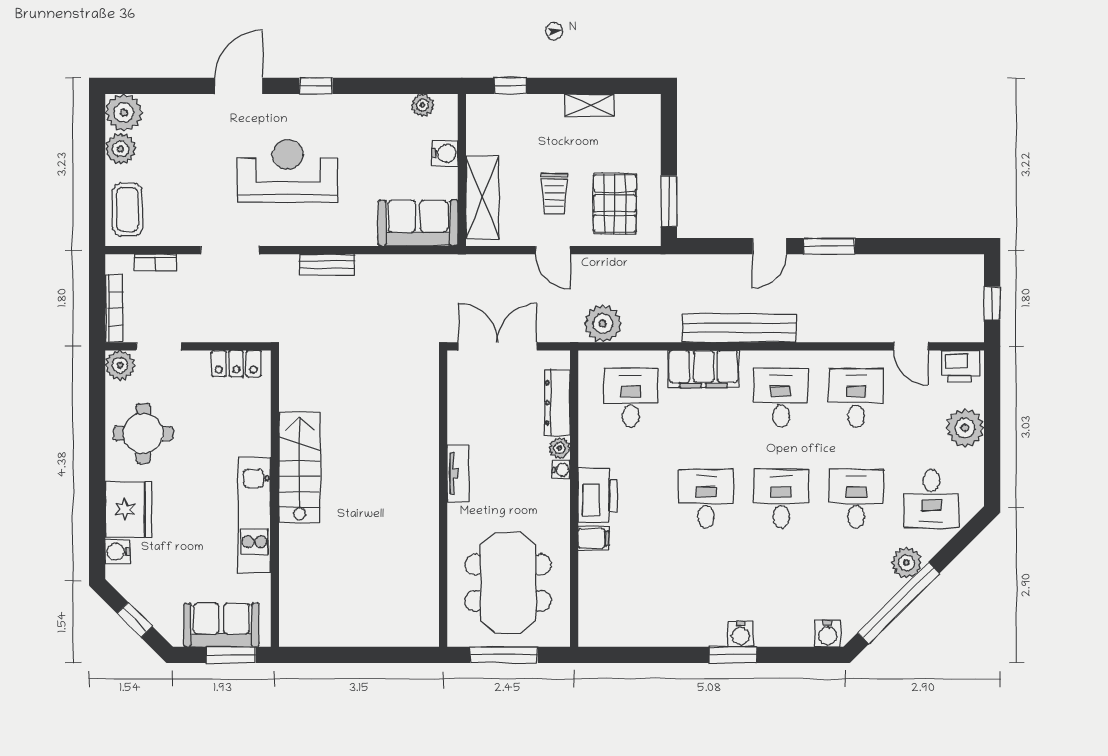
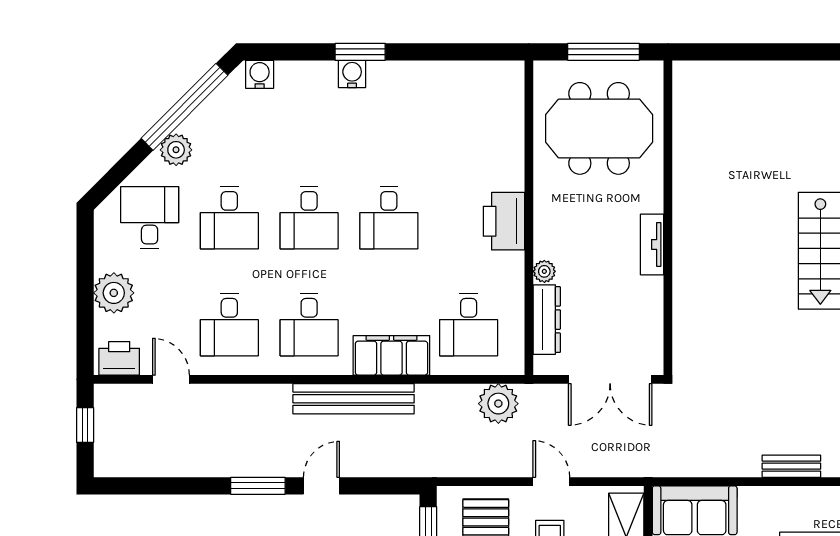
water cooler: (561, 470) -> (543, 249), removed
filing cabinet: (594, 539) -> (508, 175), removed
meeting table: (508, 583) -> (599, 128), turned 90

